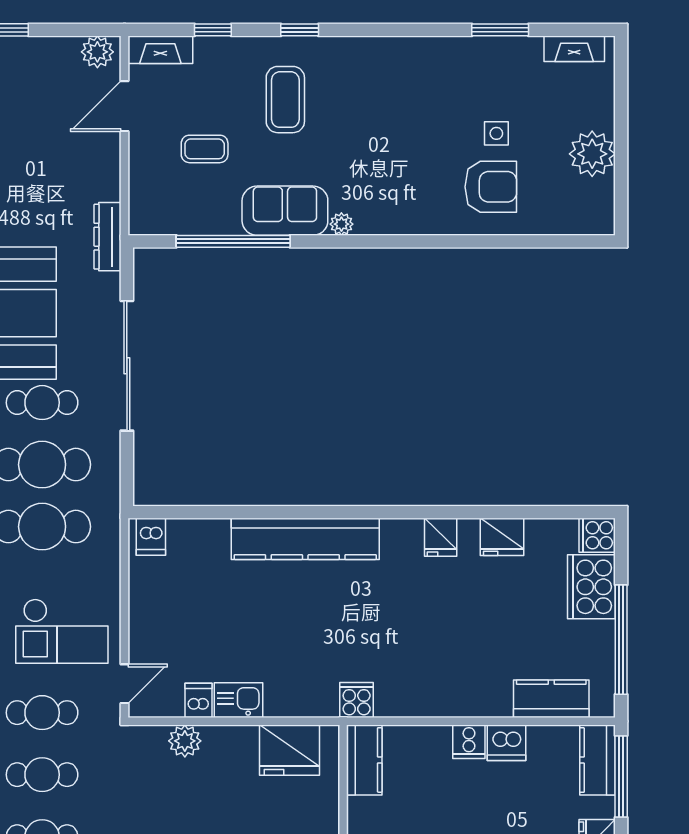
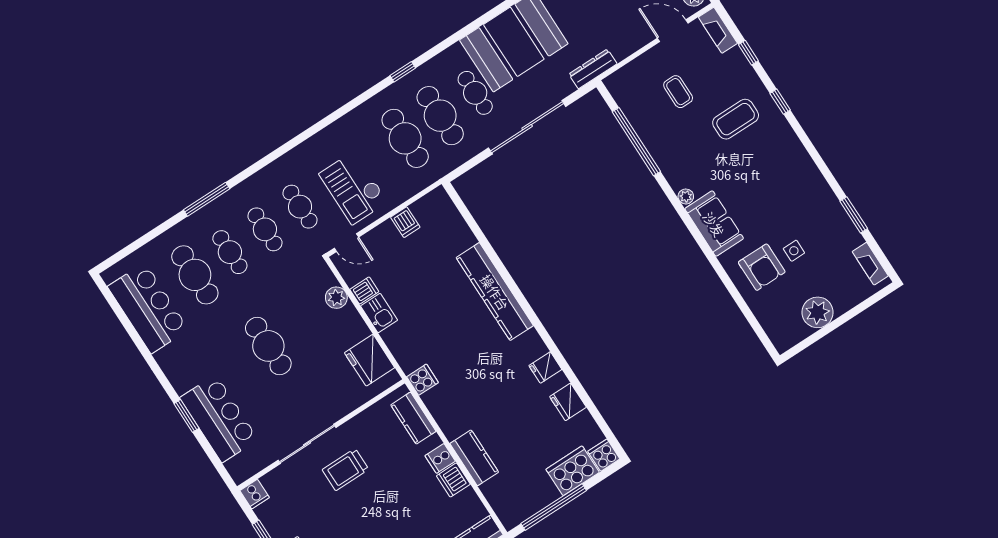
sofa: (285, 211) -> (714, 224), moved
dishwasher: (151, 537) -> (405, 222), moved, turned -90
kitchen counter: (551, 699) -> (474, 458), moved
kitchen counter: (364, 760) -> (413, 418), moved, turned 90

